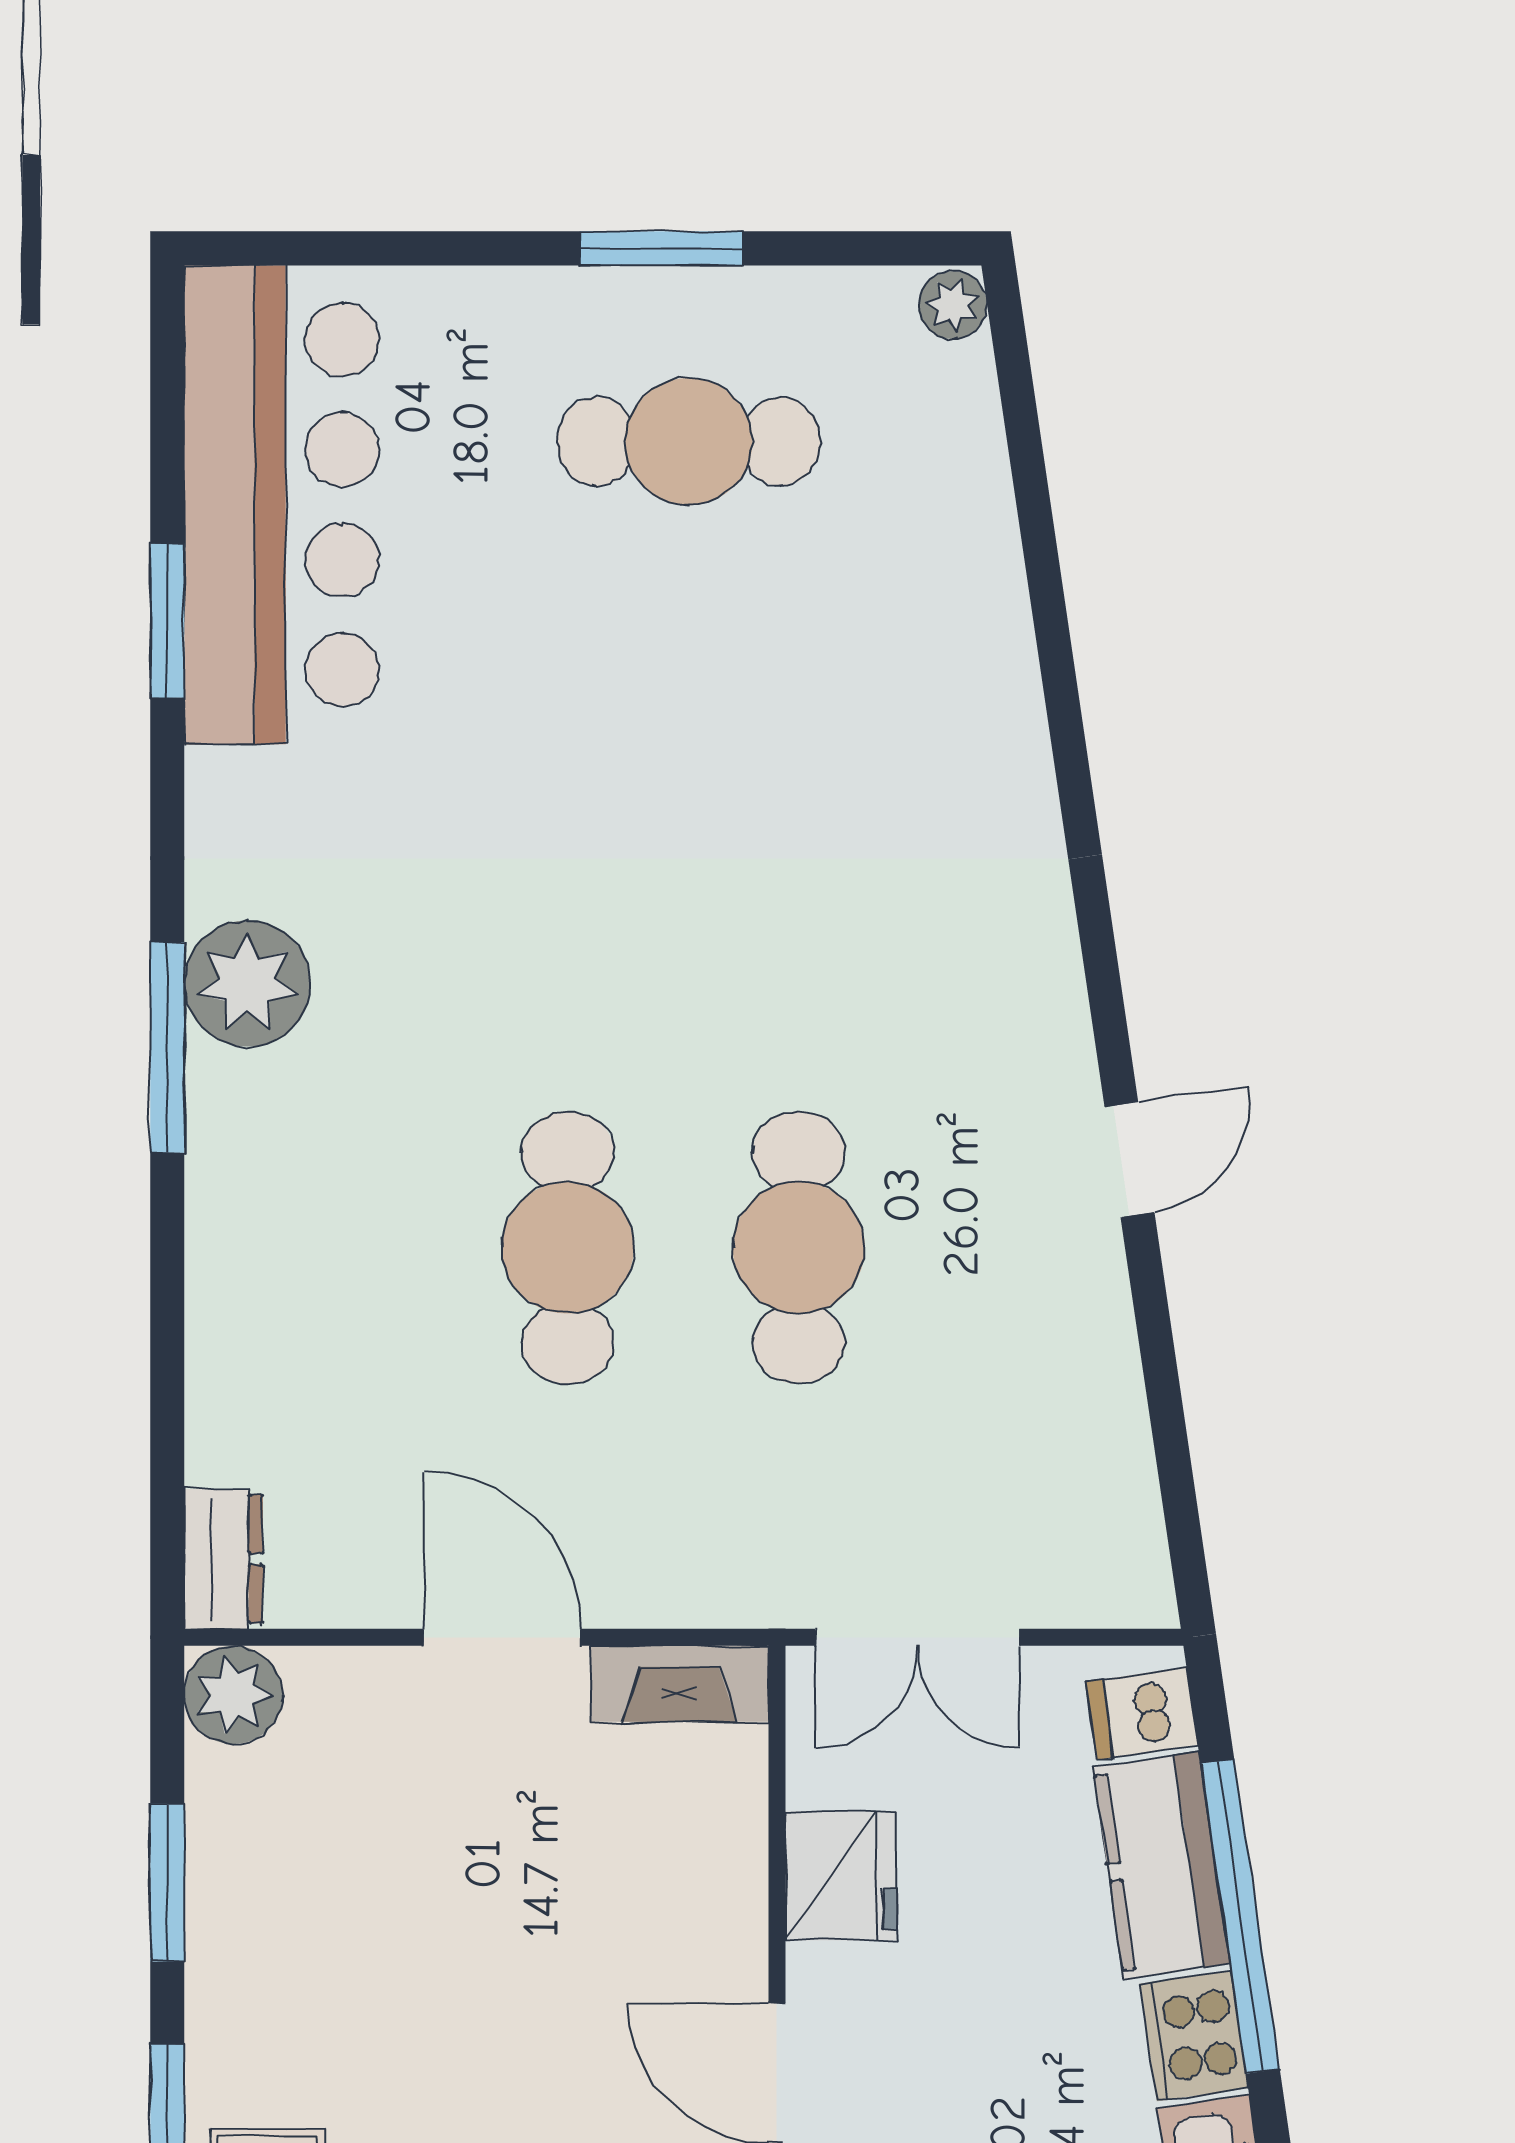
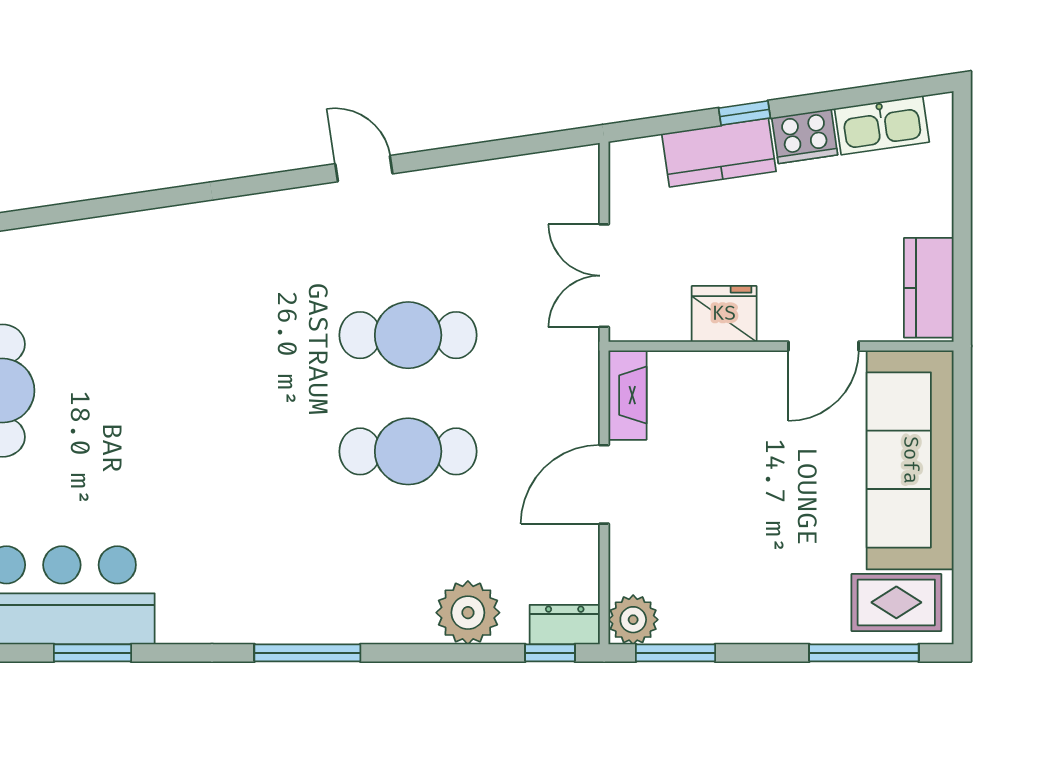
plant: (247, 983) -> (468, 613), moved
window: (167, 1530) -> (550, 653), added
double door: (917, 1637) -> (604, 276), swing flipped
dishwasher: (1142, 1713) -> (642, 162), removed
window: (167, 1883) -> (675, 653), moved
window: (1240, 1916) -> (745, 113), width x0.32

